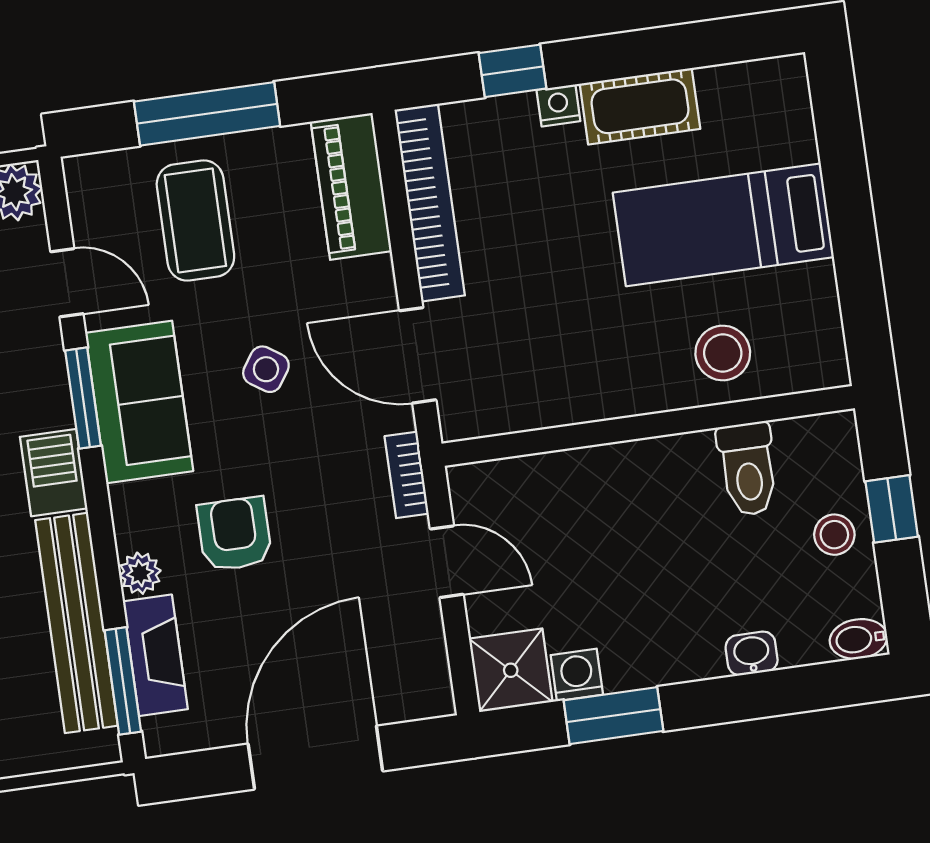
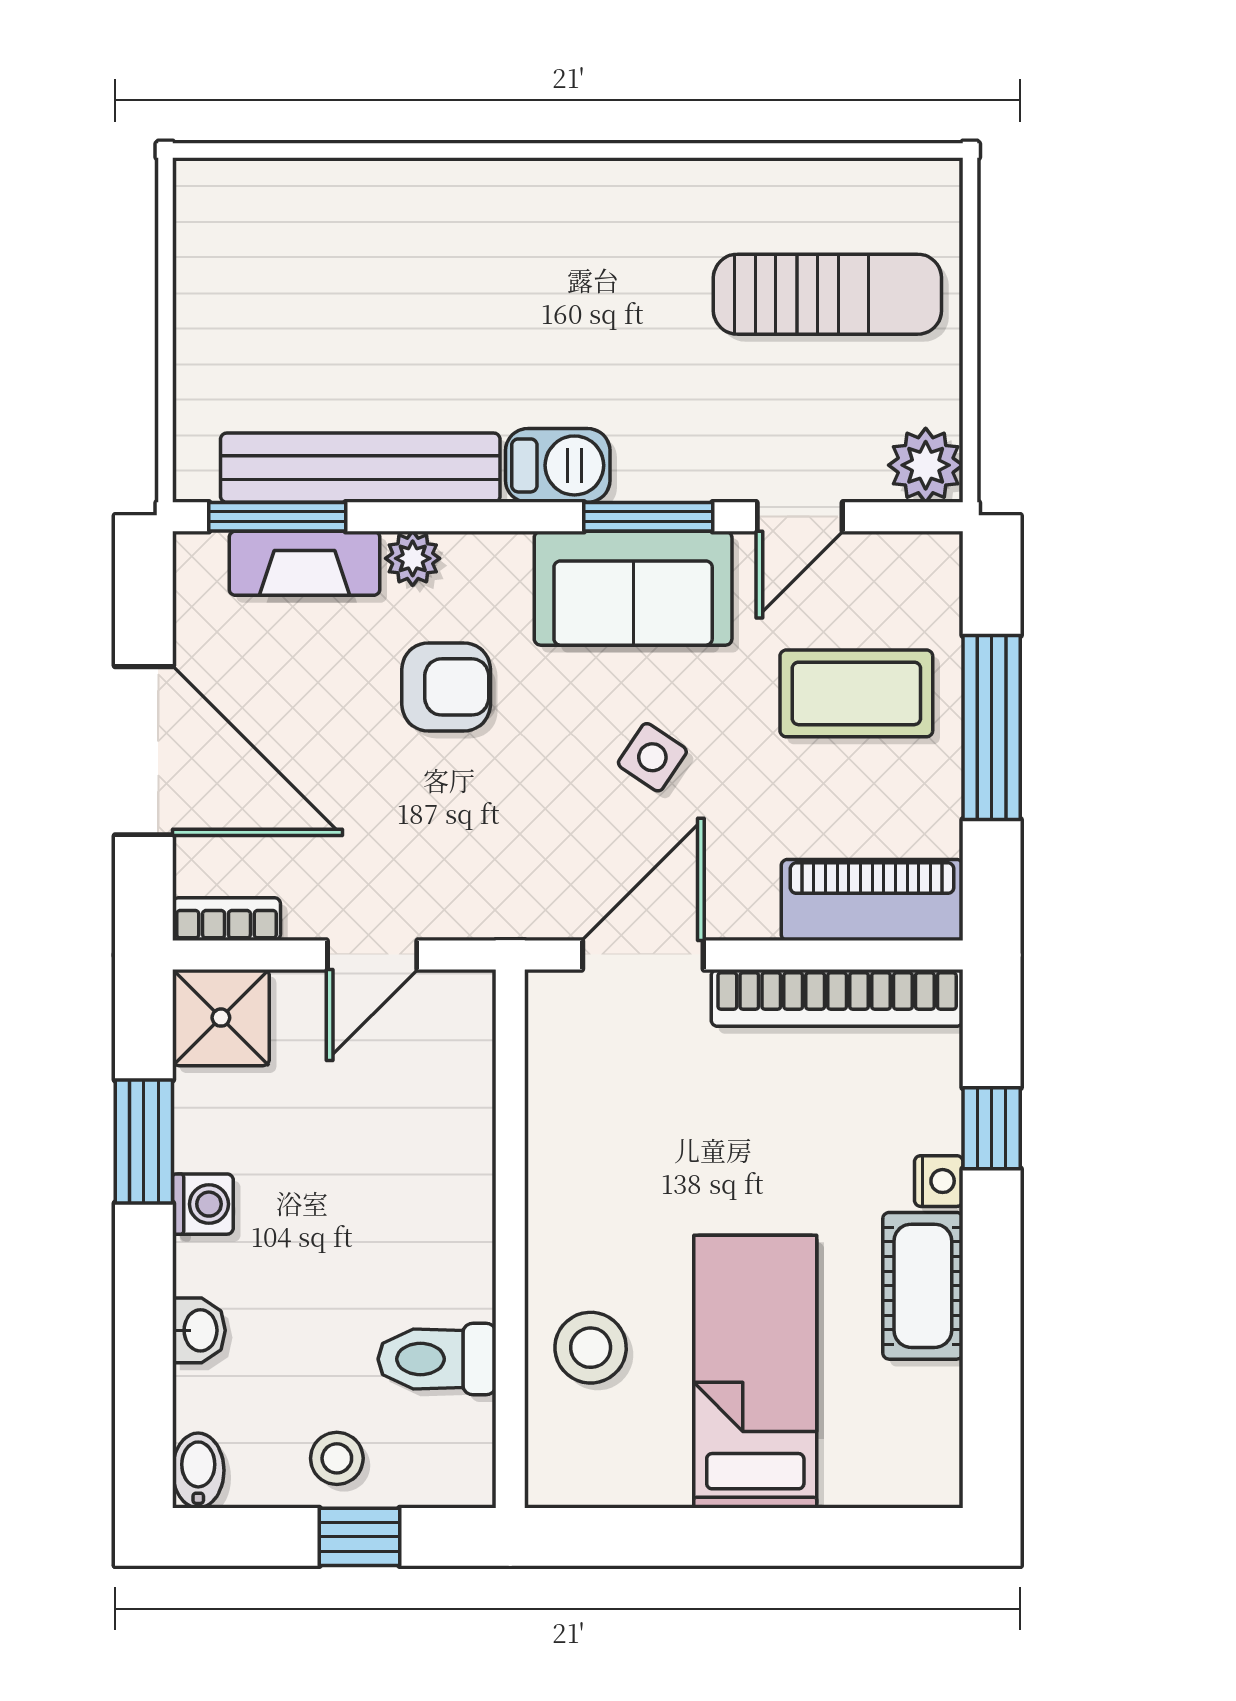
bookcase: (407, 475) -> (227, 919), moved
washing machine: (577, 675) -> (203, 1204), moved

